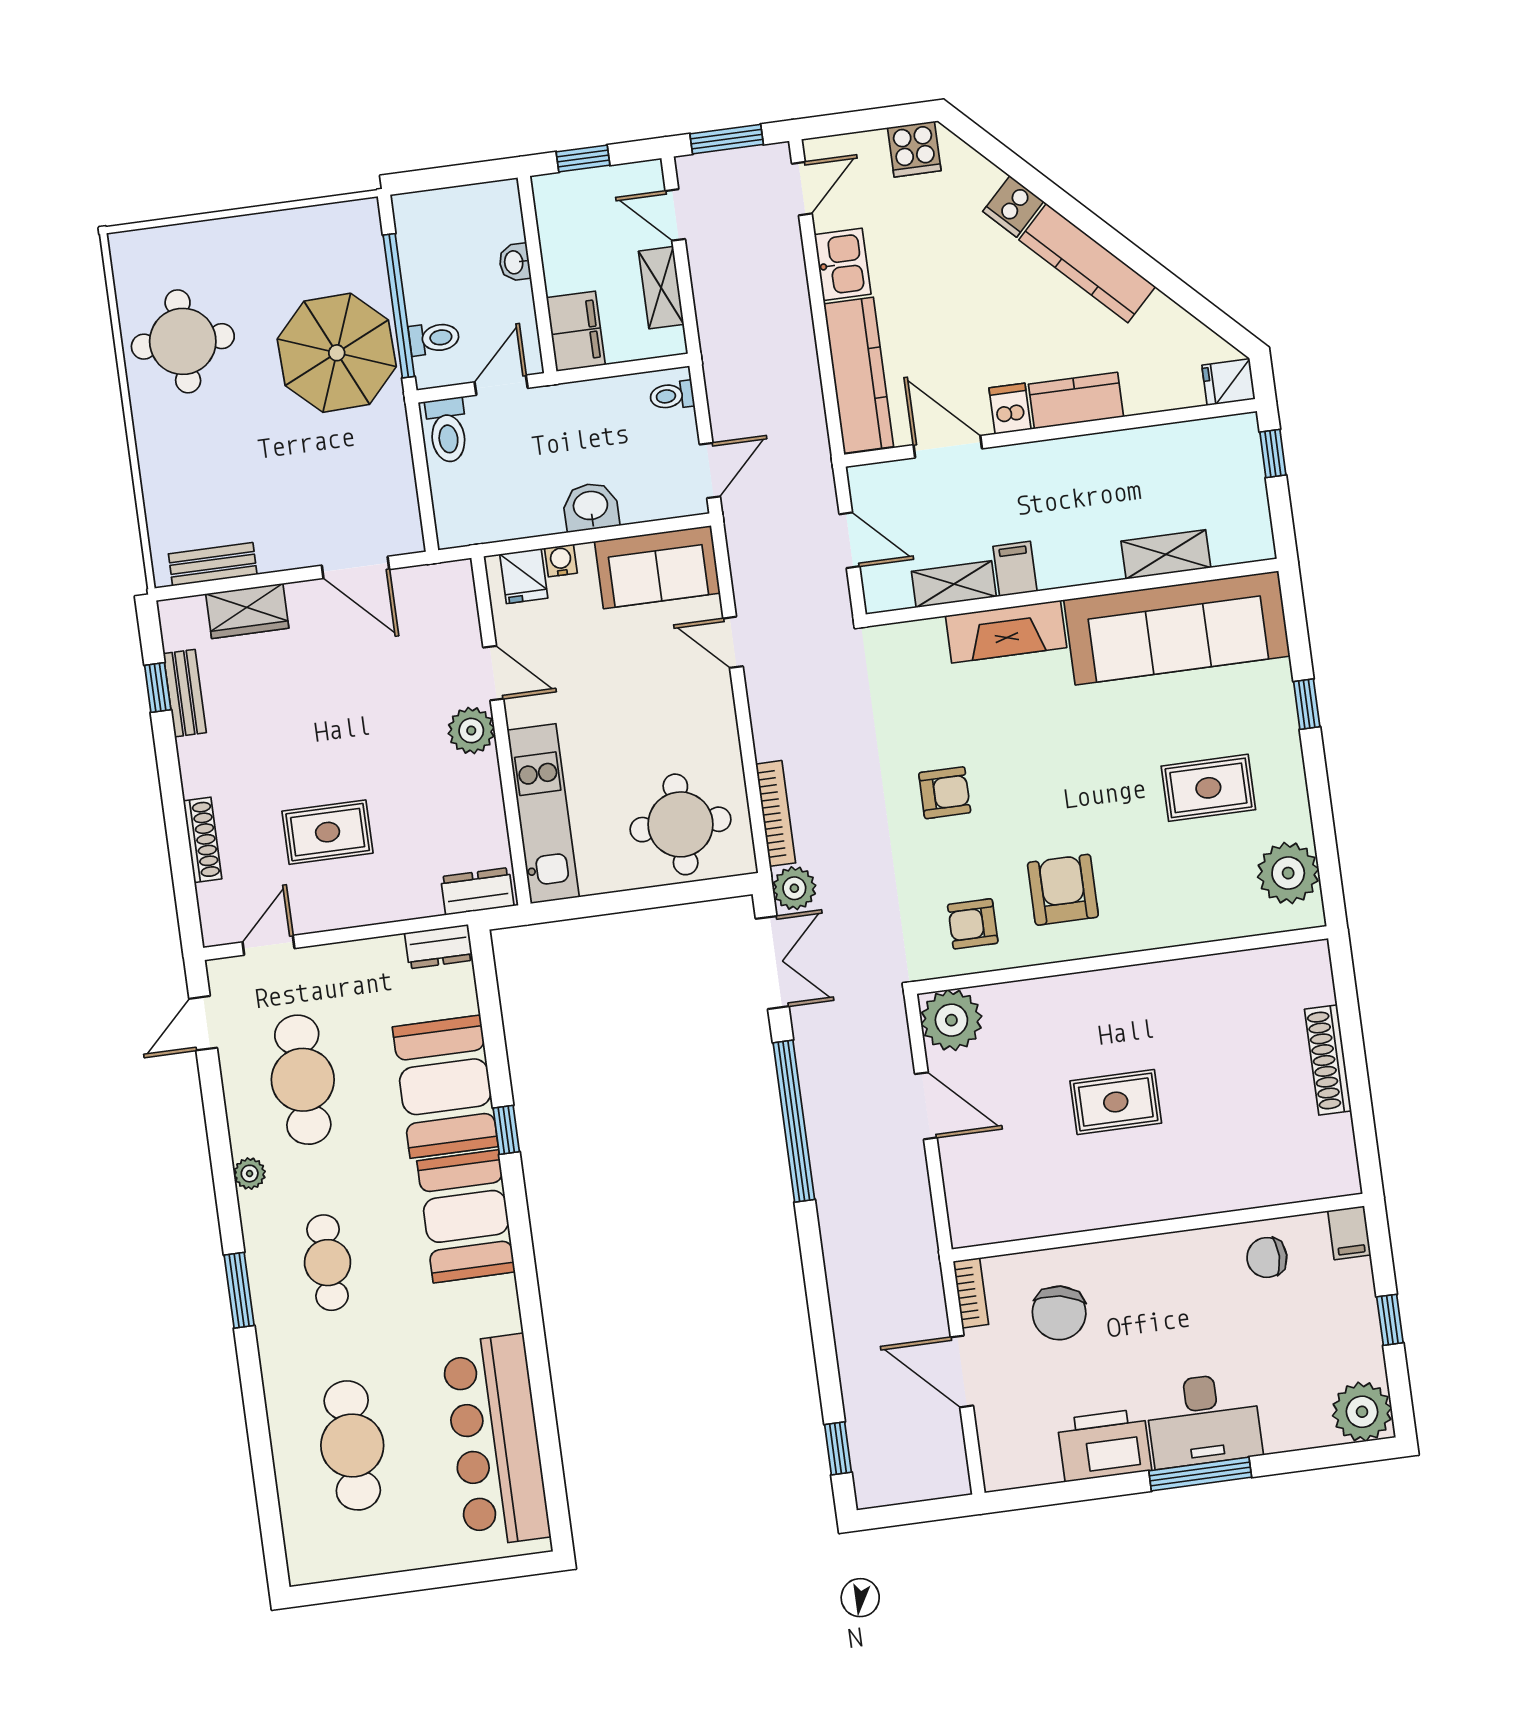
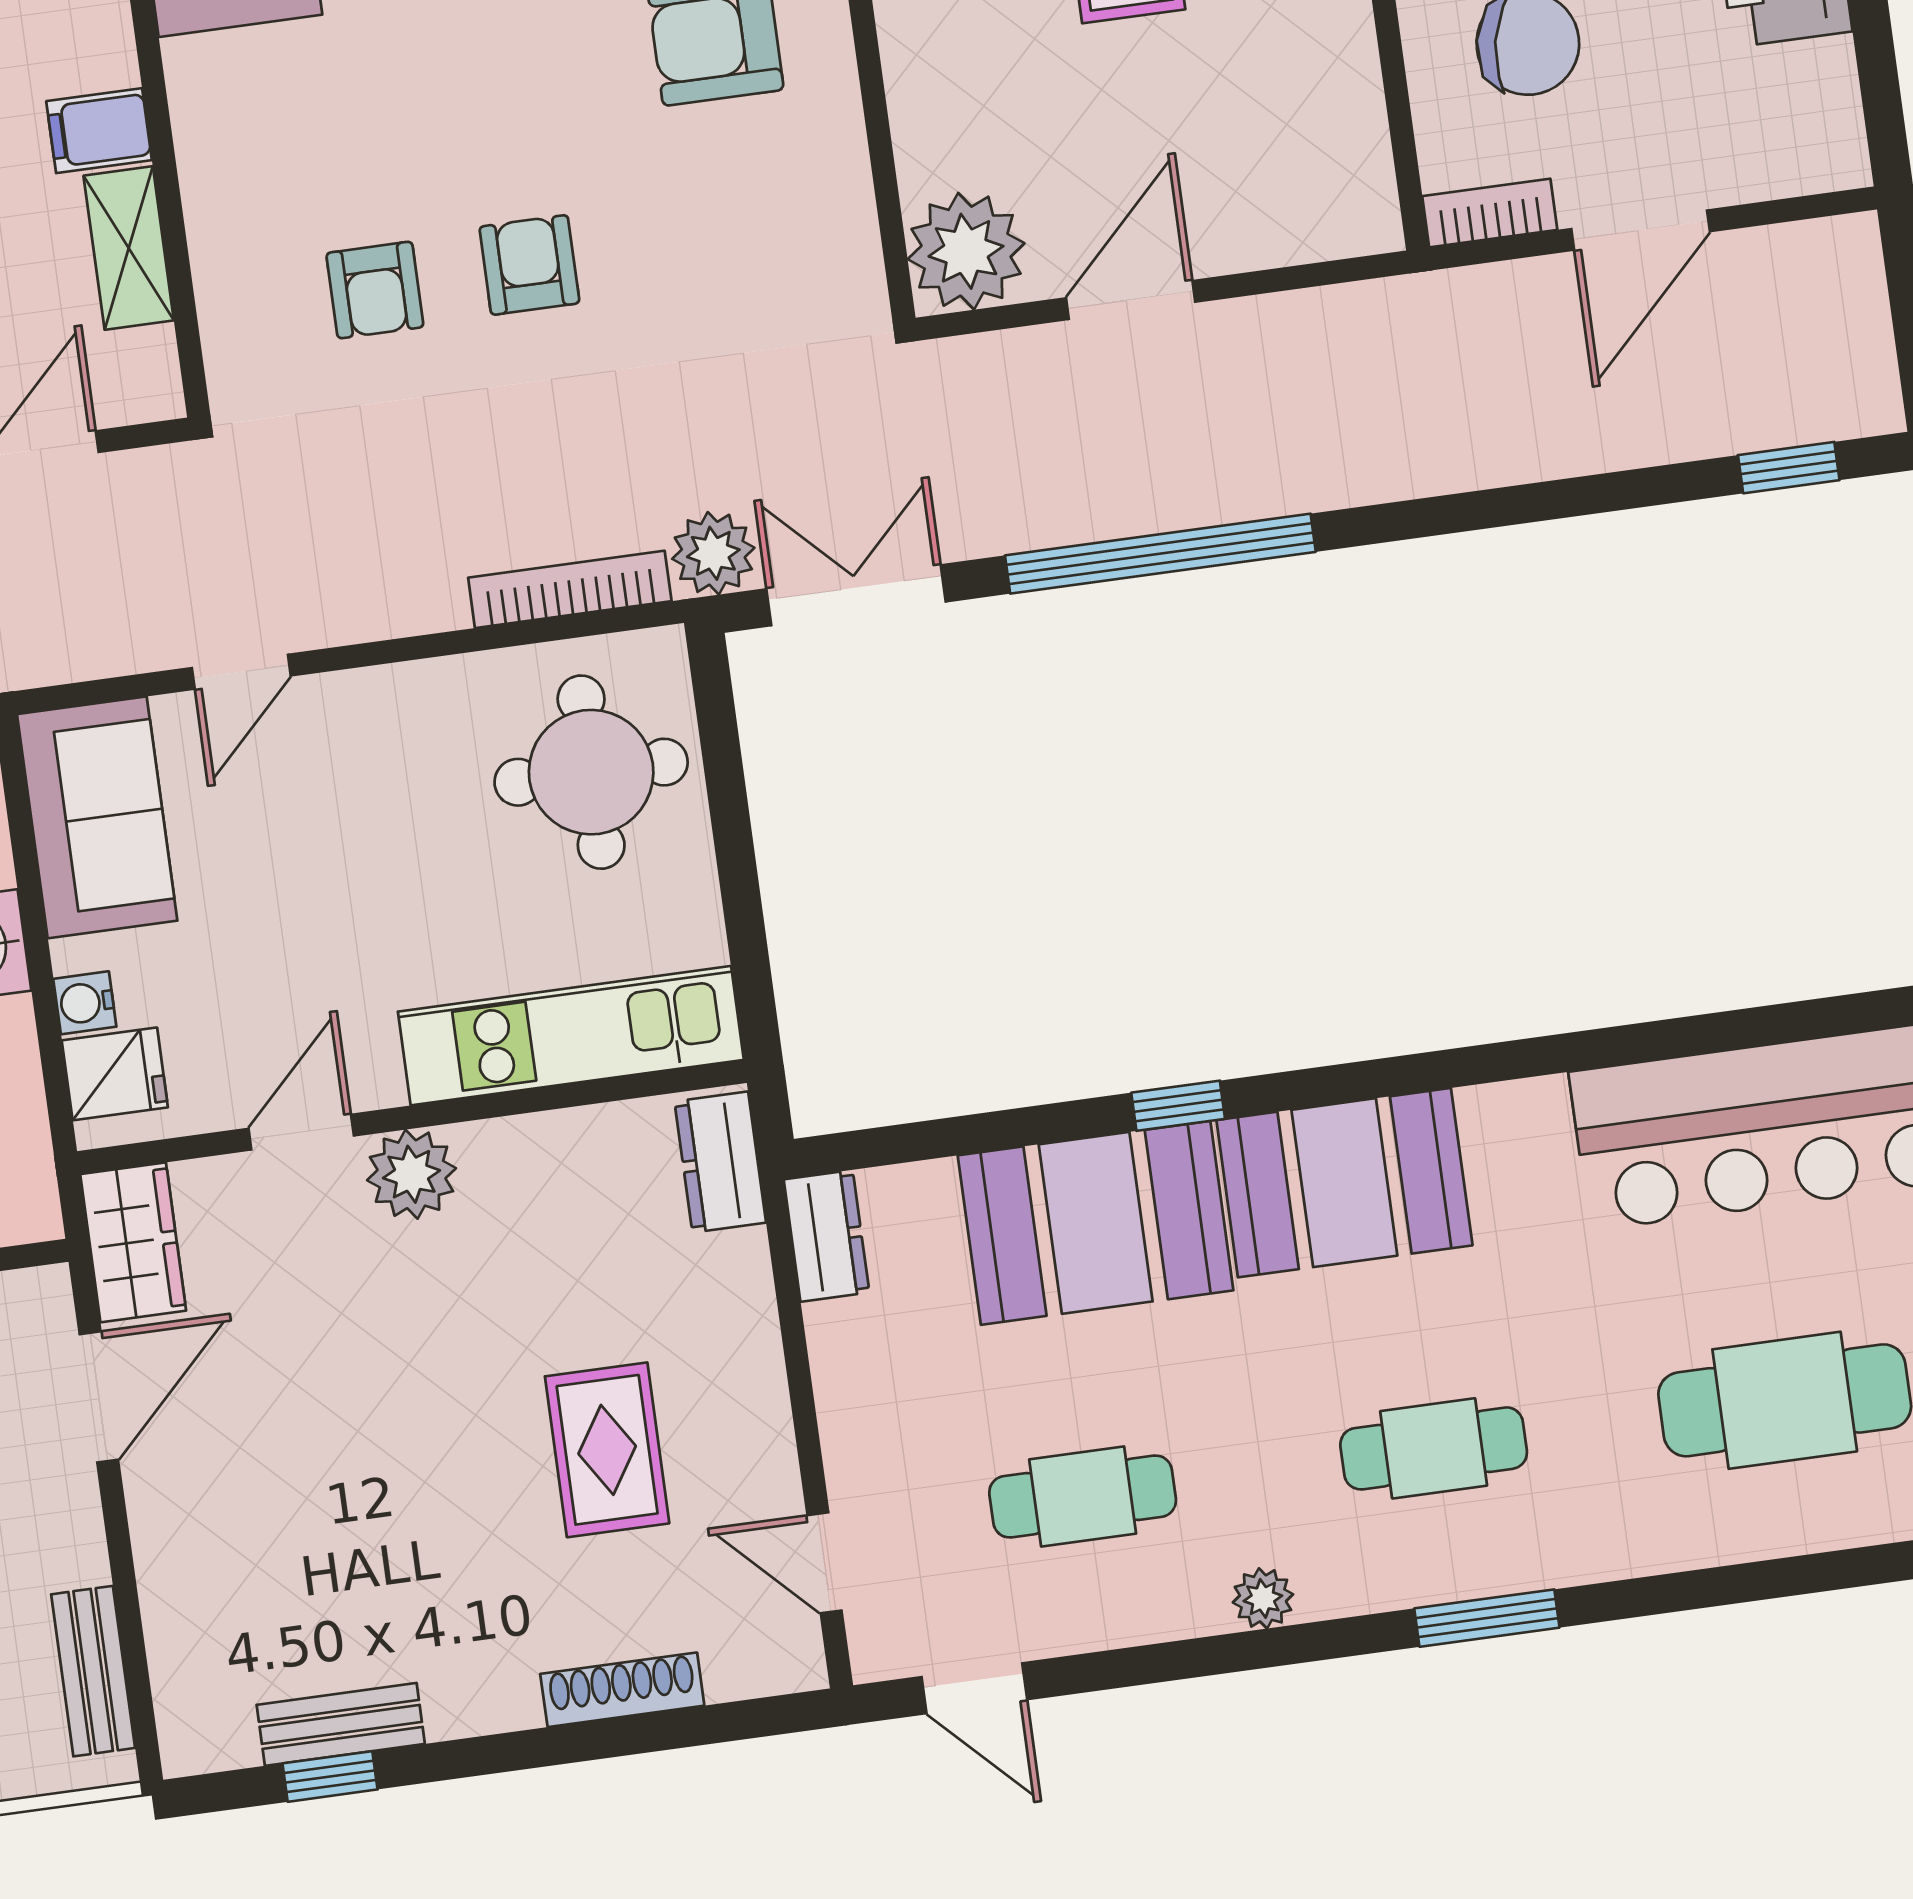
wardrobe: (247, 611) -> (133, 1242), moved
fireplace: (1006, 632) -> (220, 148), removed
armchair: (973, 924) -> (375, 290), moved
cafe table: (303, 1080) -> (1083, 1497), width x0.73, depth x0.74

